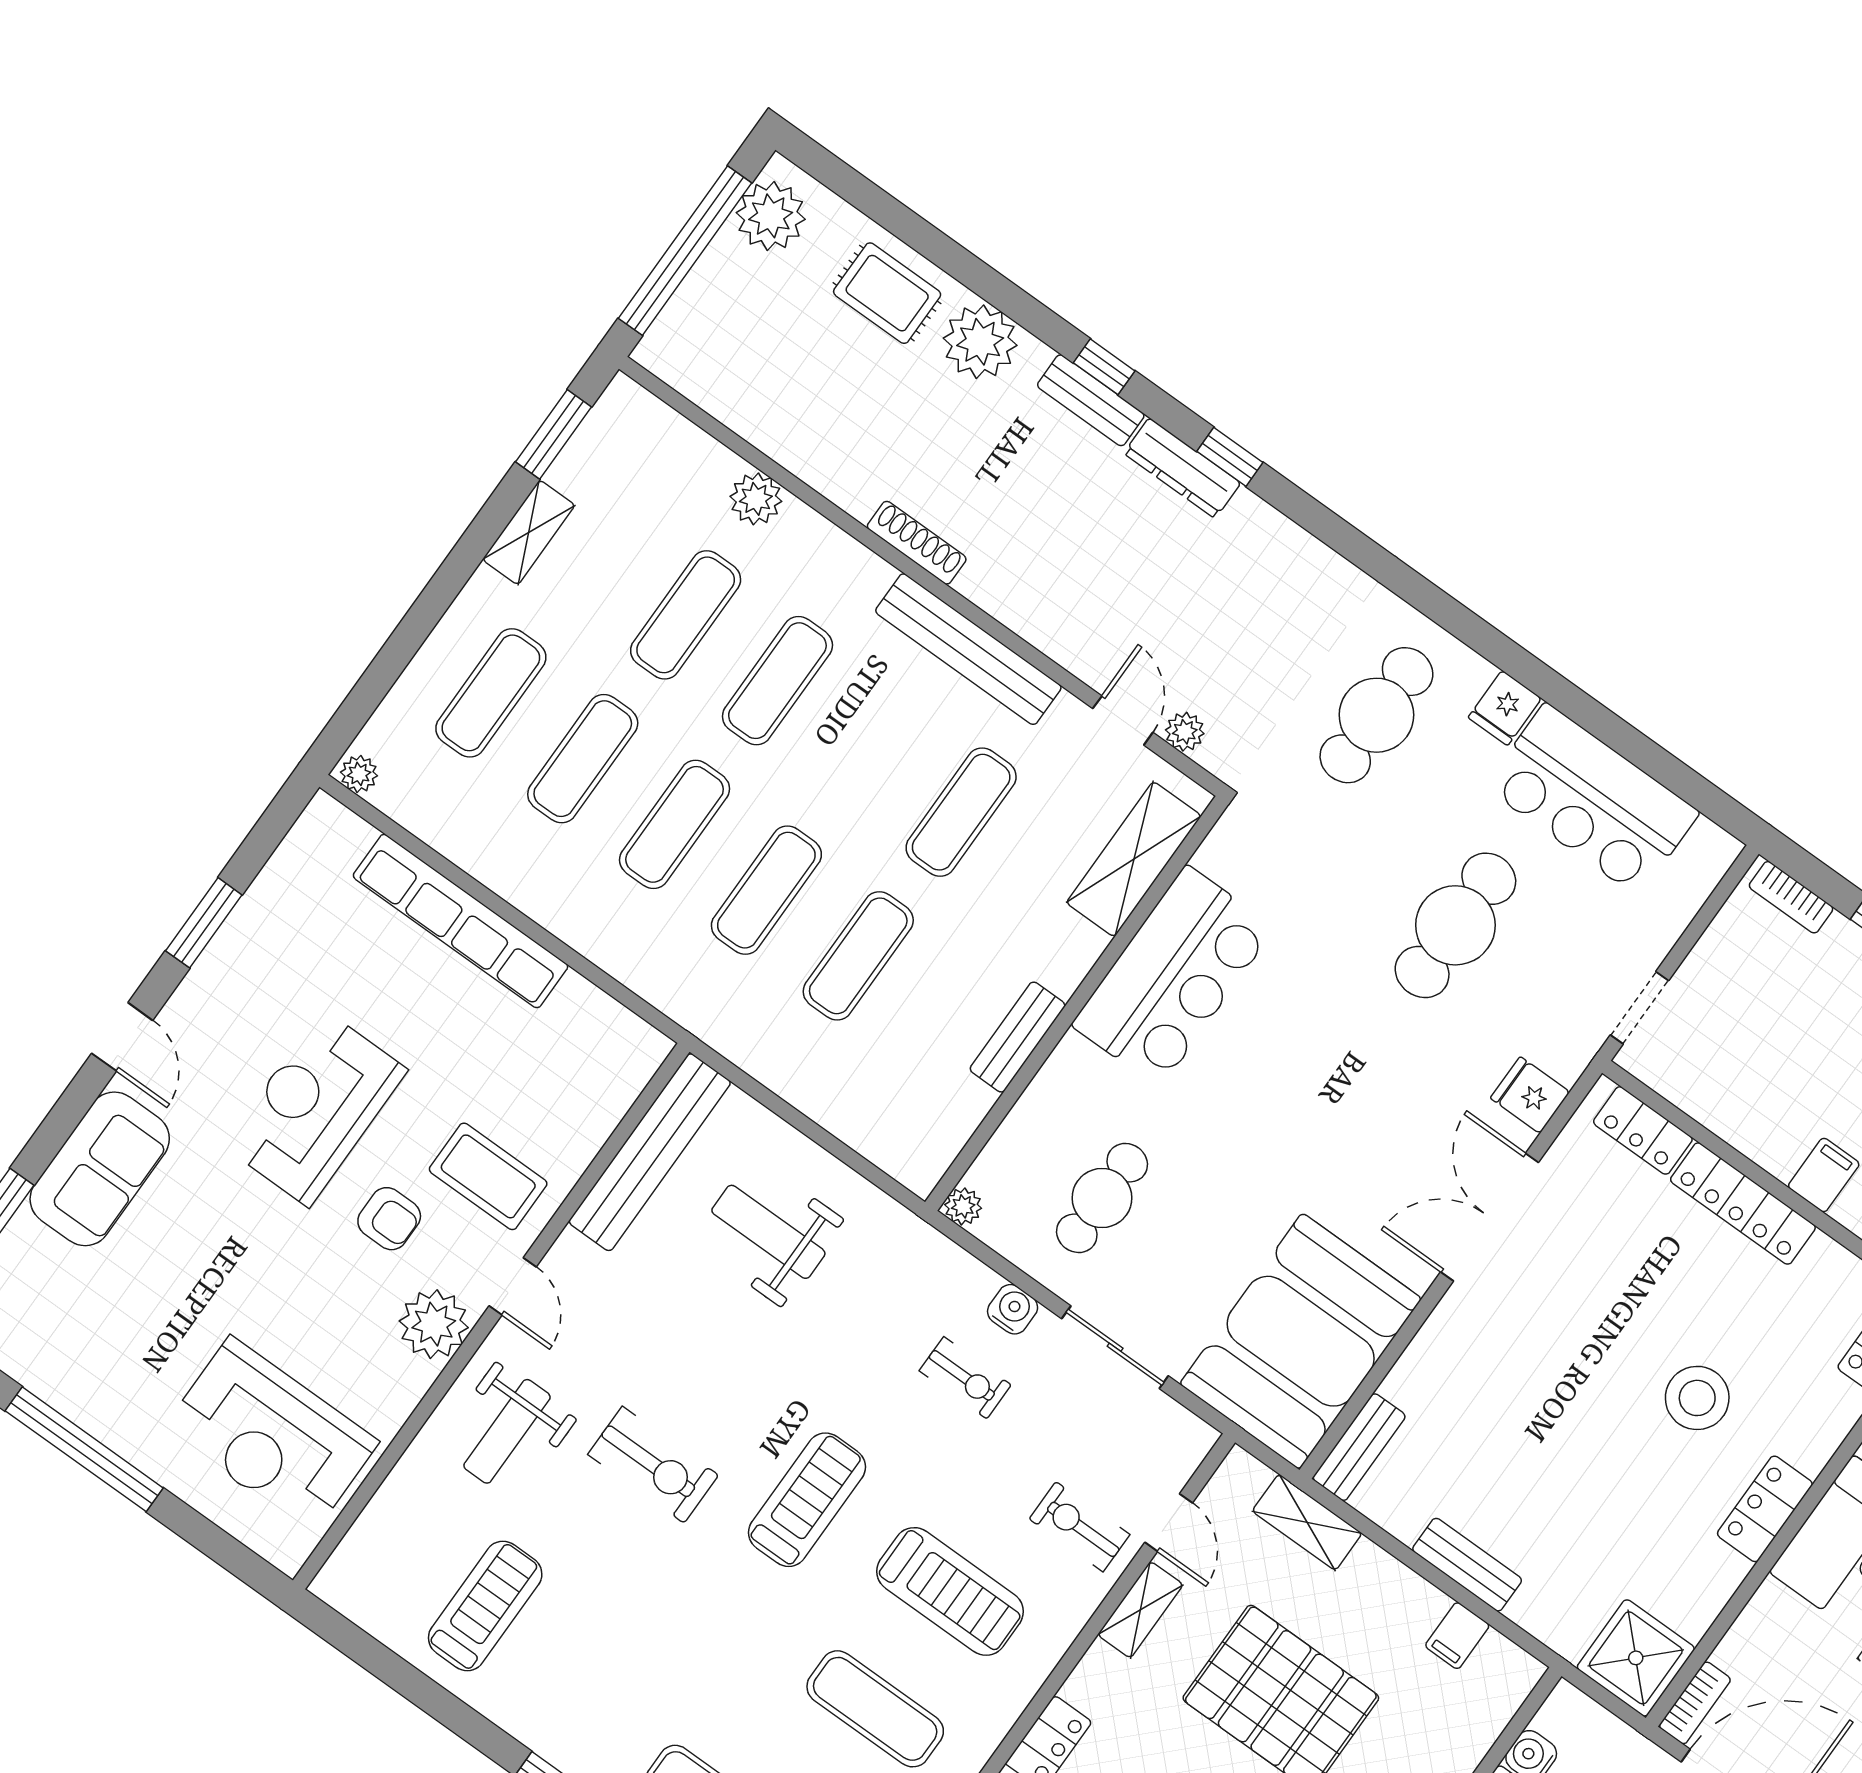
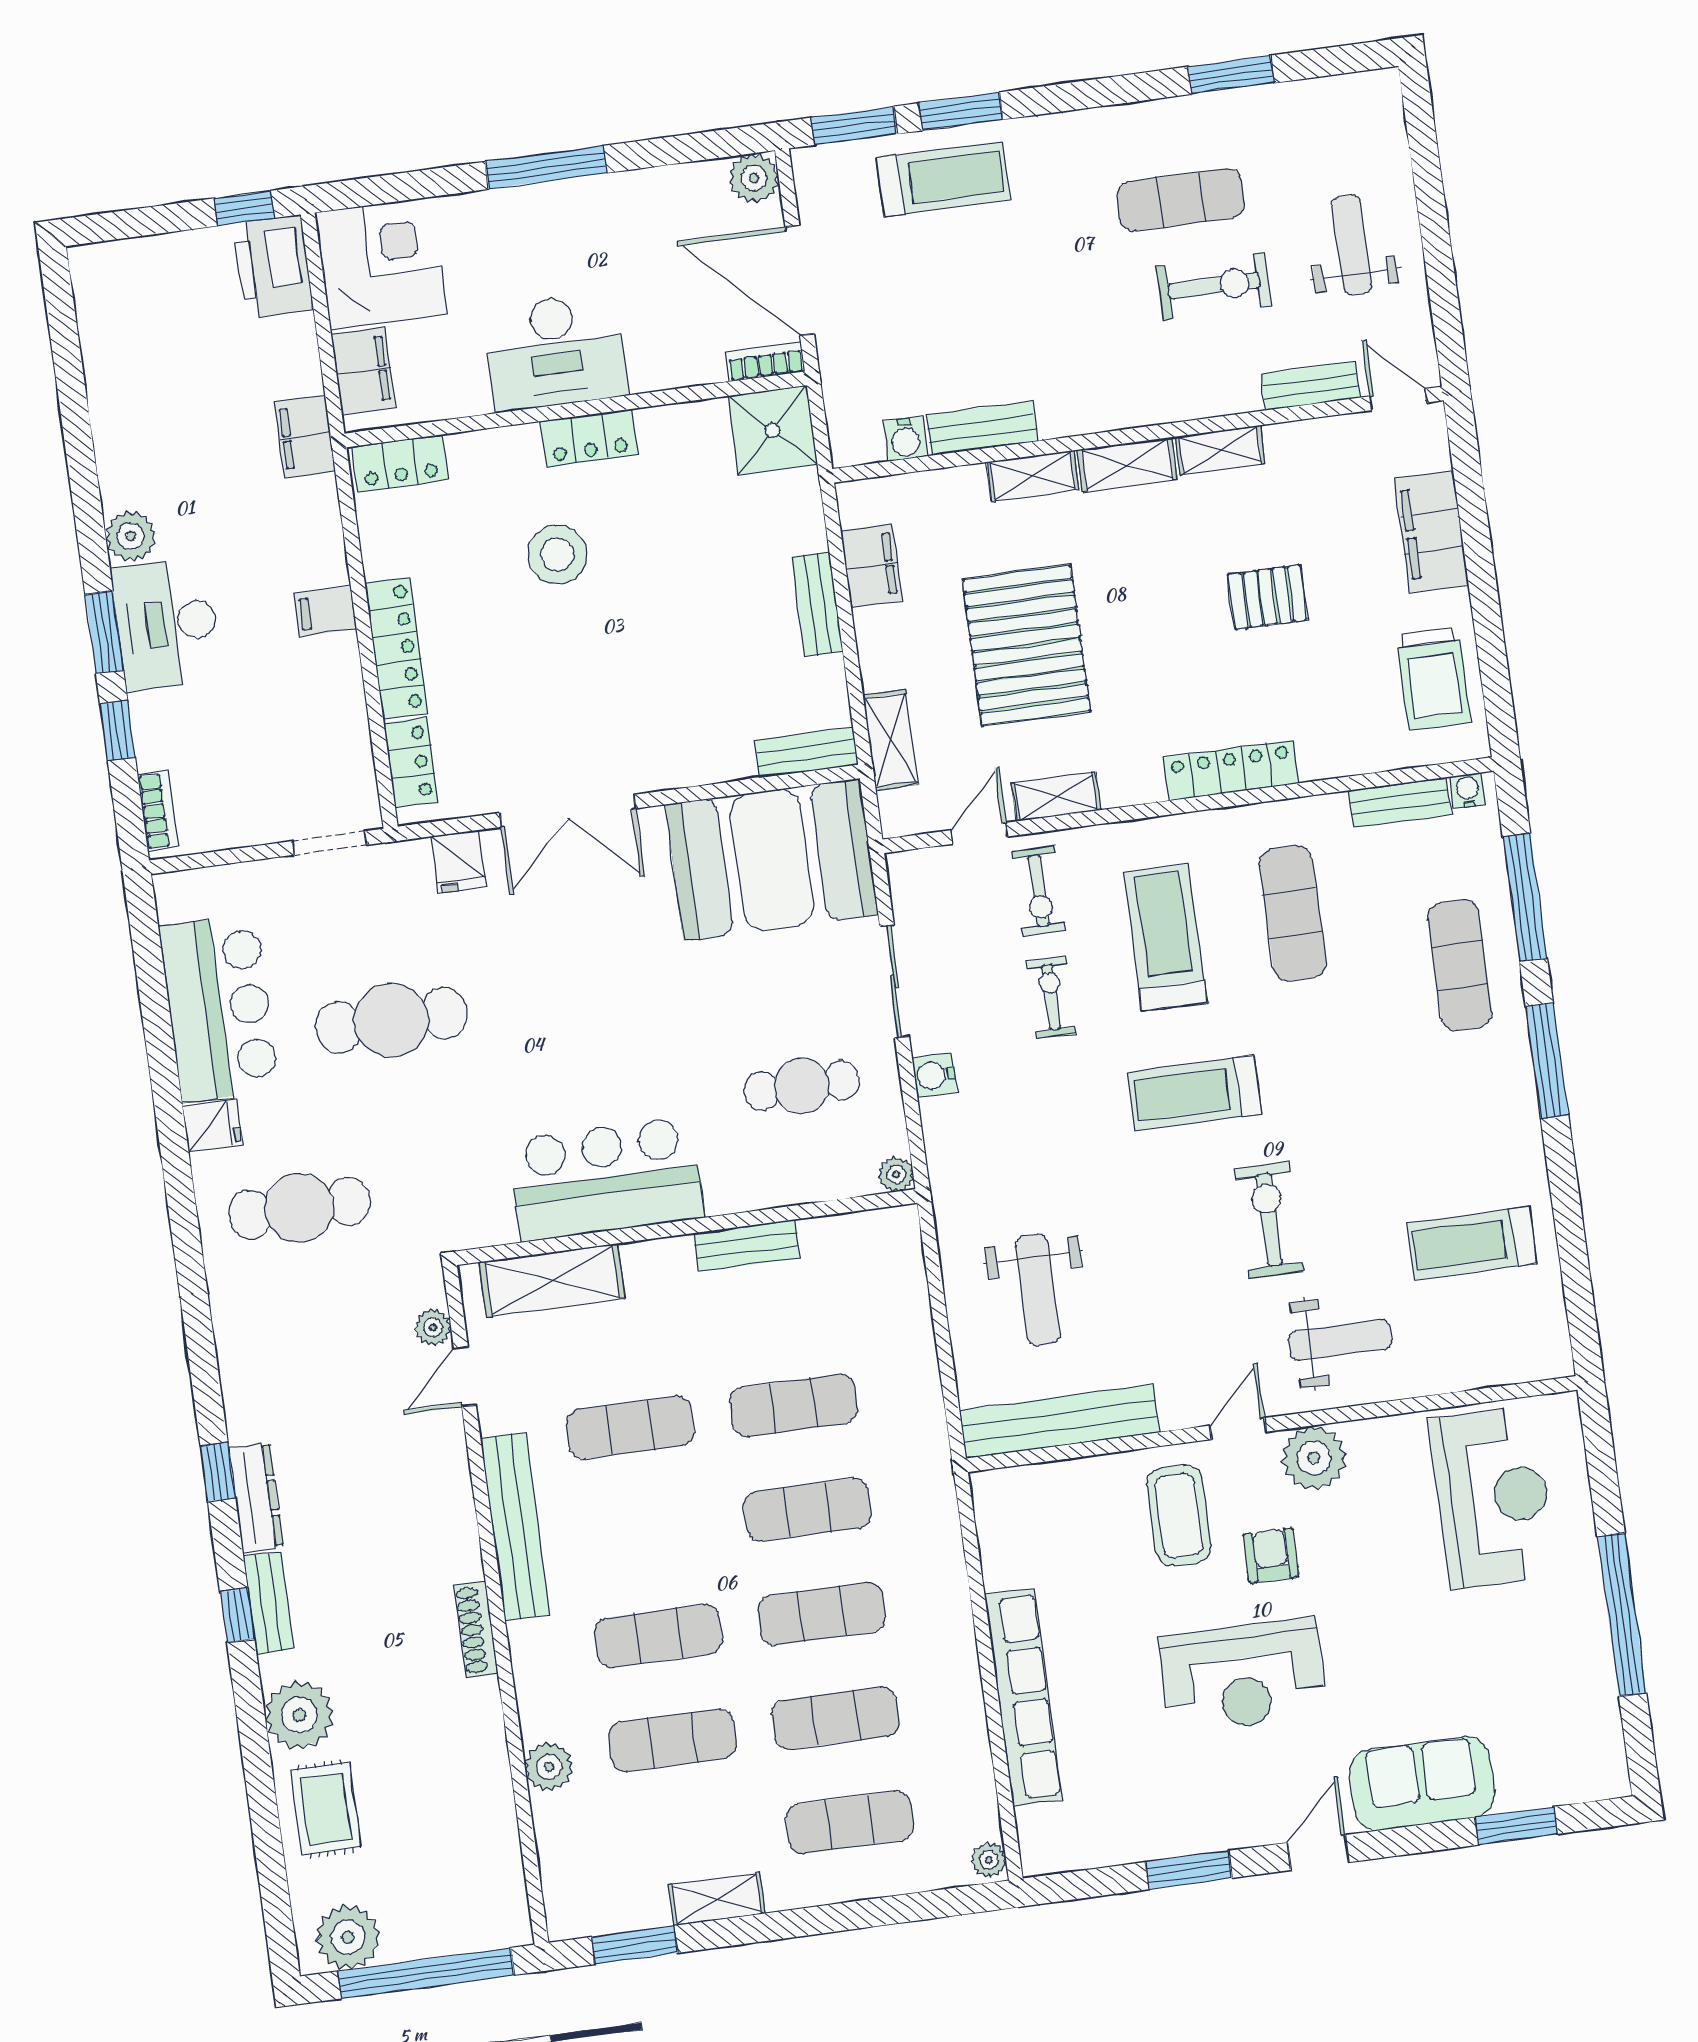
exercise bike: (965, 1378) -> (1051, 997), moved
filing cabinet: (1457, 1636) -> (871, 566), width x2.00

